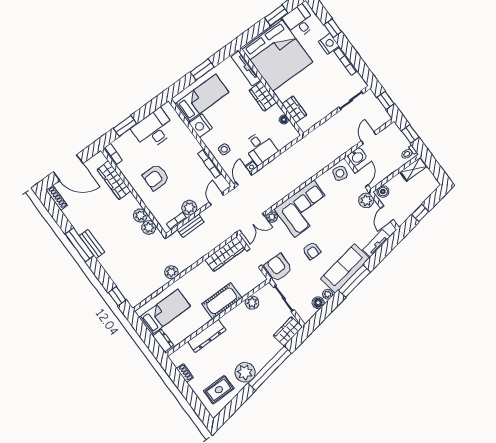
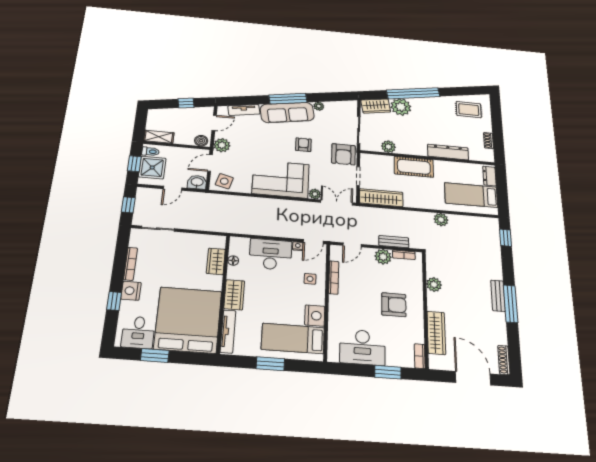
shower: (396, 142) -> (152, 168), added
desk: (260, 148) -> (270, 254), width x1.37
plant: (149, 227) -> (434, 269), removed
floor lamp: (318, 303) -> (332, 106), removed
plant: (245, 372) -> (401, 107), moved

